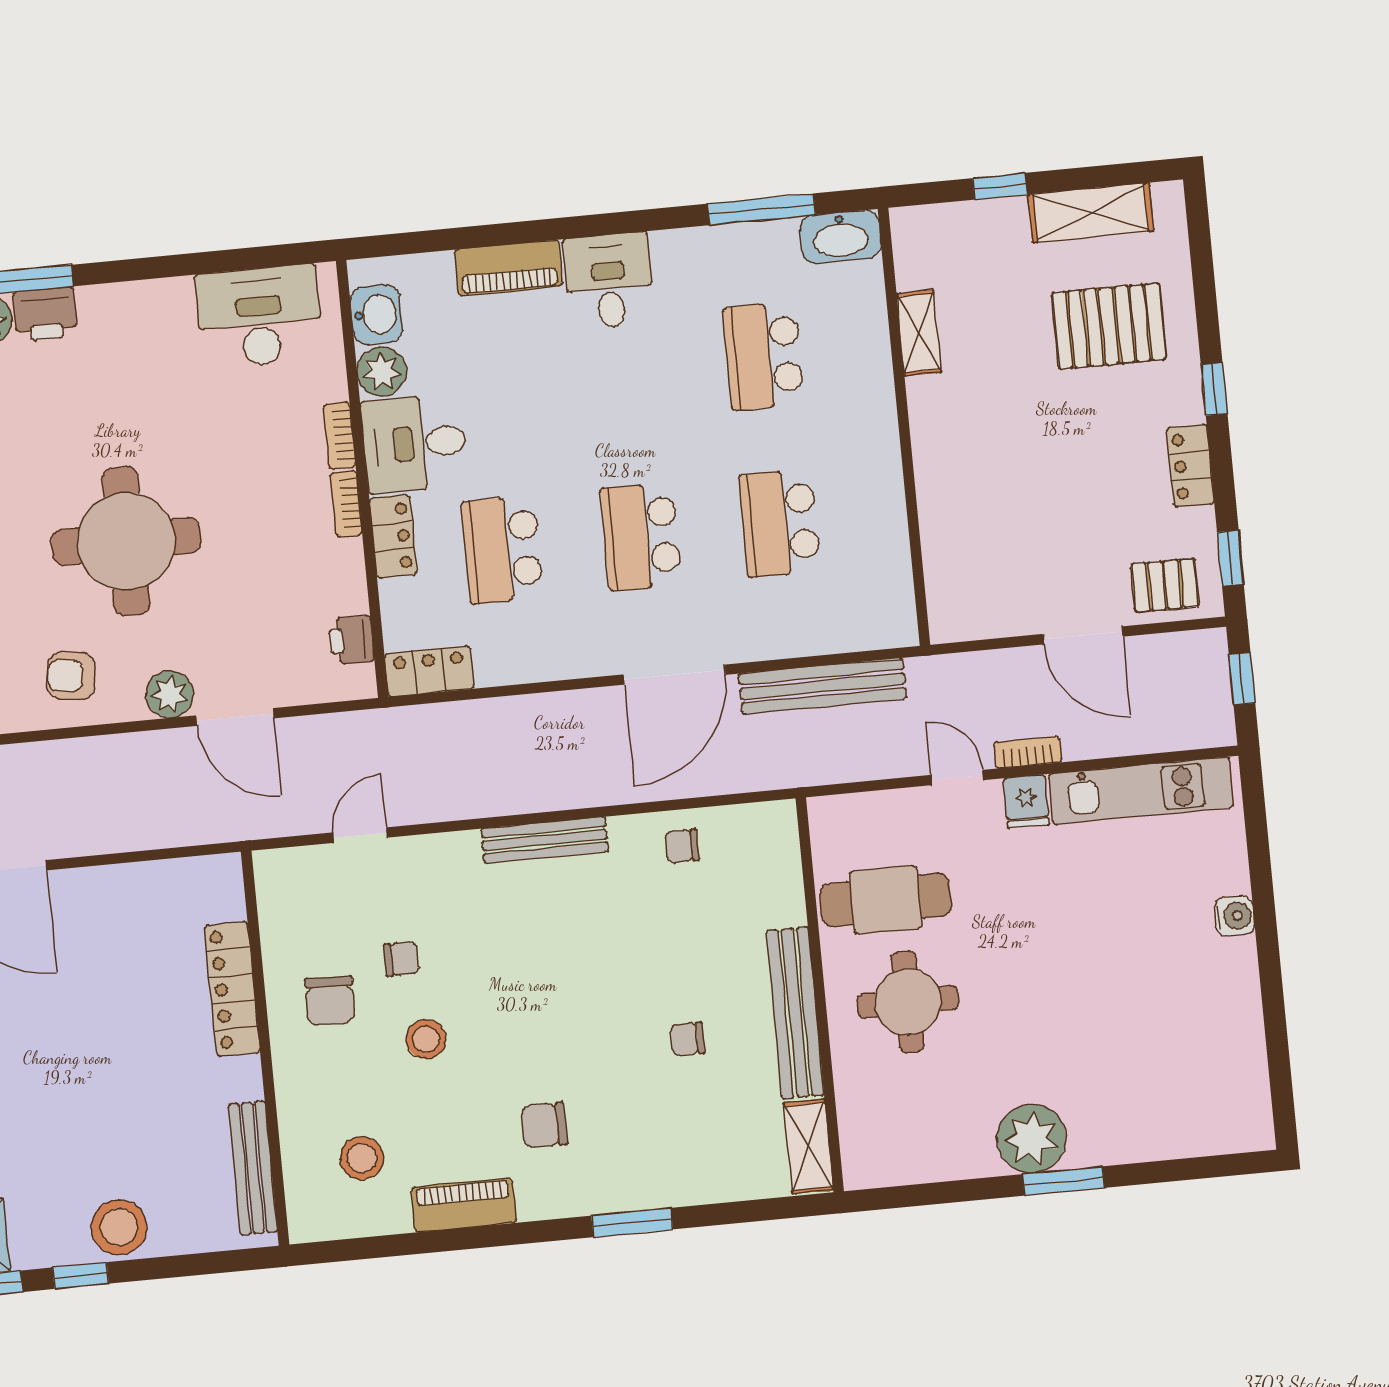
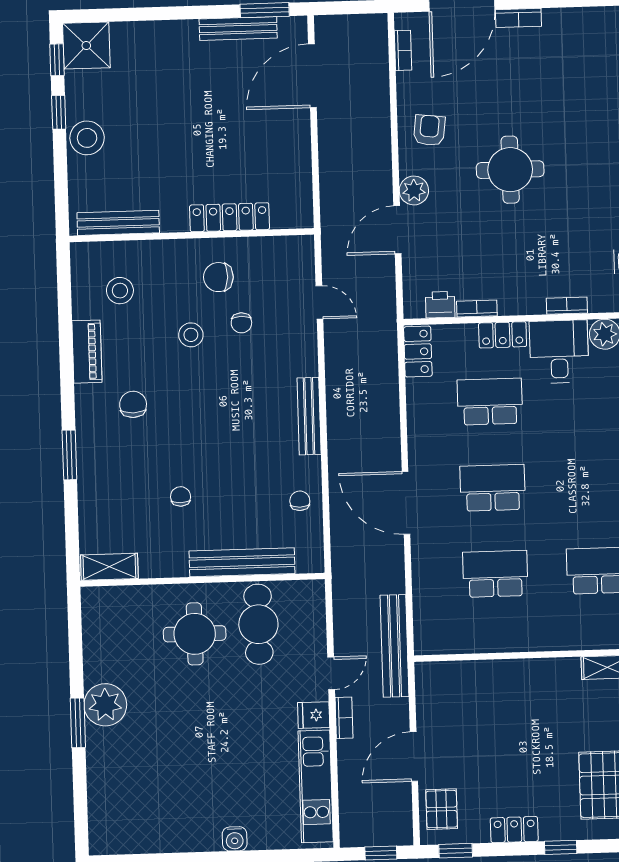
bookcase: (346, 504) -> (477, 309), moved
round table: (126, 541) -> (510, 170), width x0.73, depth x0.73
bench: (823, 686) -> (395, 646), moved
bench: (795, 1013) -> (242, 562), moved

